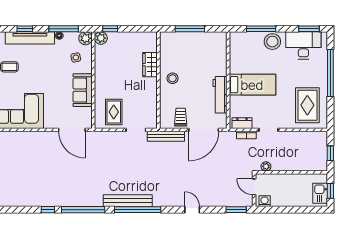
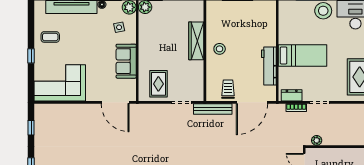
wardrobe: (150, 65) -> (196, 41), width x1.50

